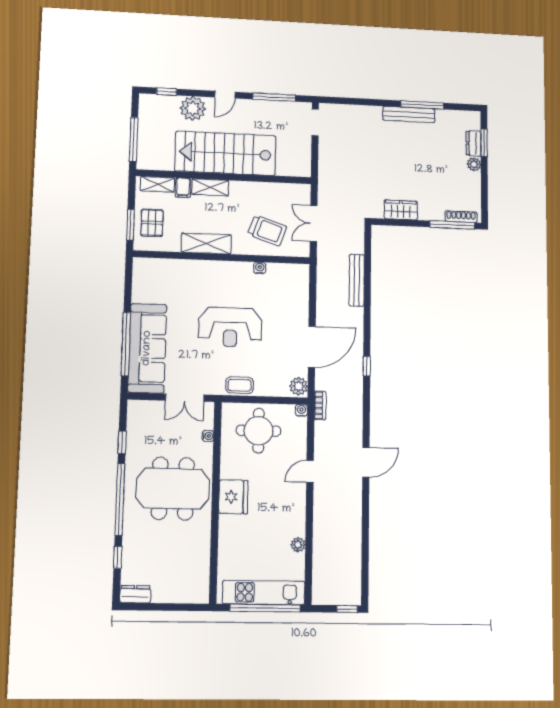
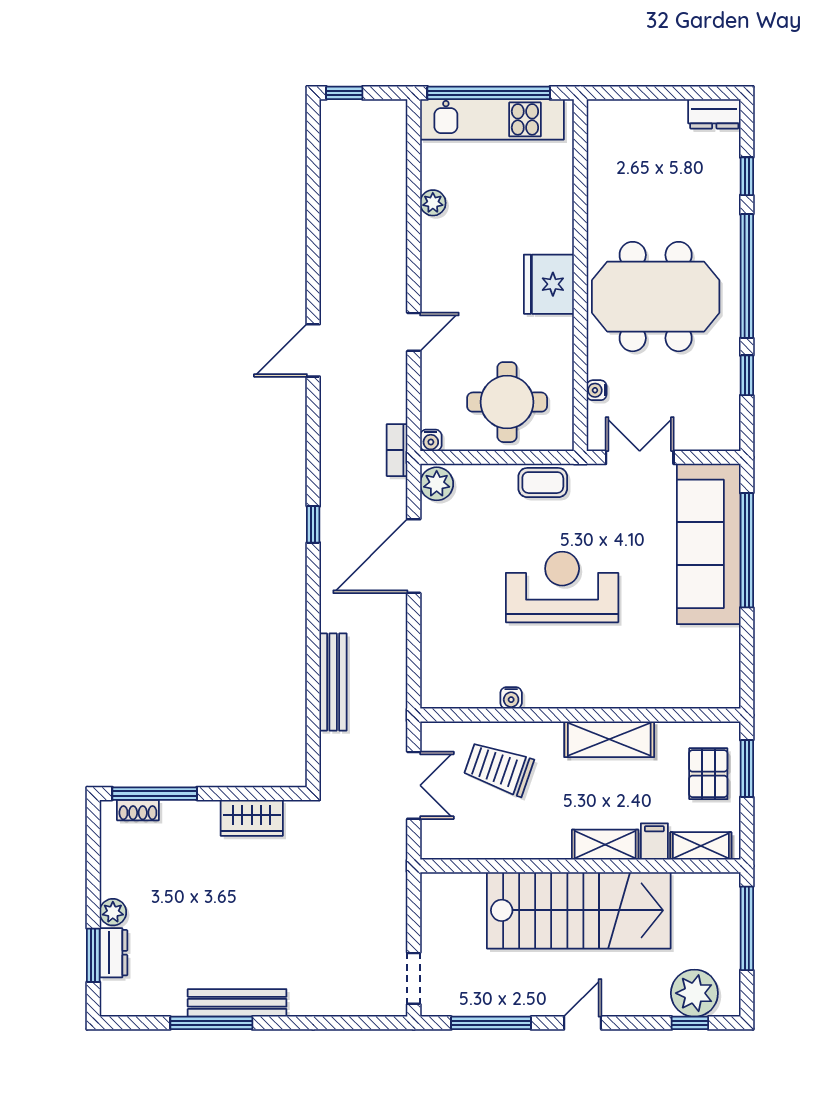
plant: (193, 108) -> (694, 993), moved
shoe rack: (461, 217) -> (138, 810), width x0.70

